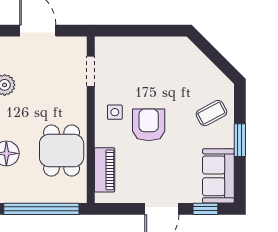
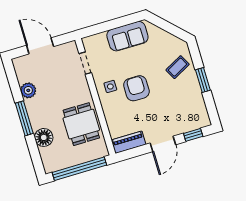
piano: (105, 170) -> (129, 142), moved, turned -90
sofa: (218, 176) -> (127, 36), moved, turned -90

